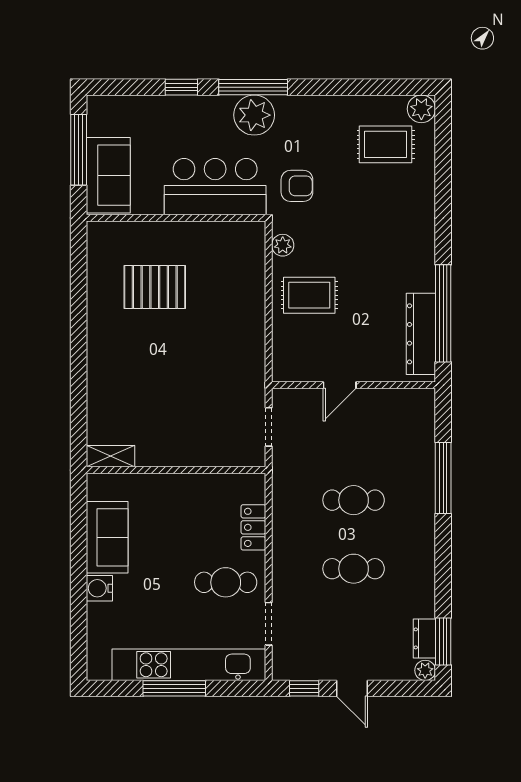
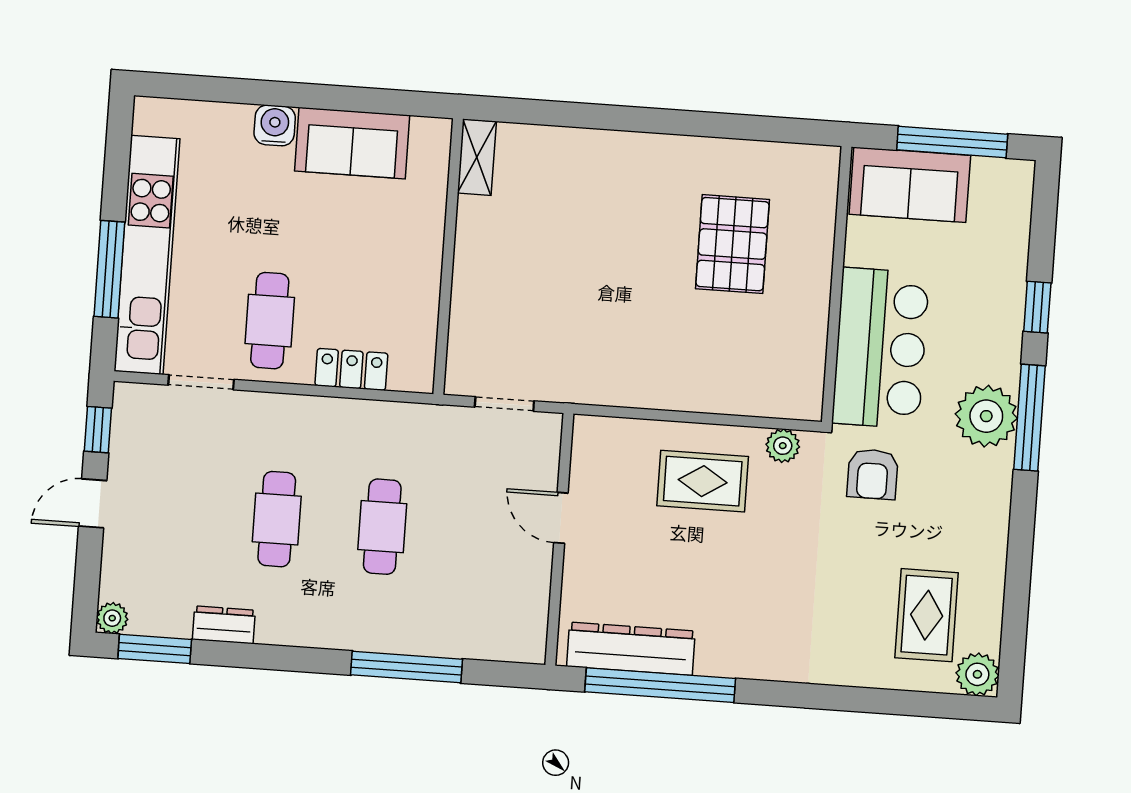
rug: (309, 295) -> (703, 481), turned 90
dresser: (424, 638) -> (224, 625), moved
window: (174, 688) -> (109, 269), moved

